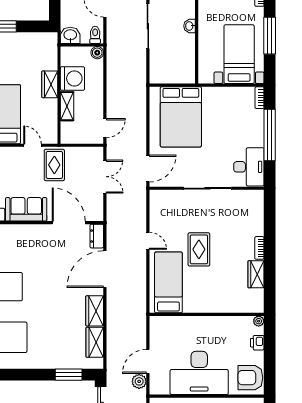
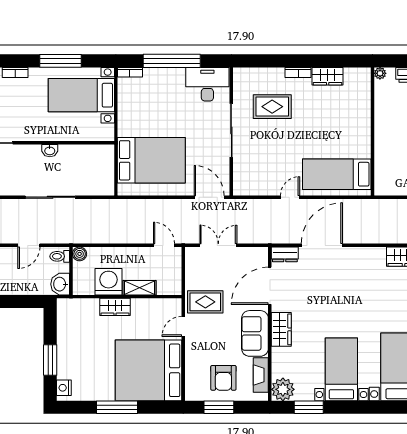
rug: (199, 249) -> (272, 107), moved
door: (105, 269) -> (322, 245), swing flipped
wardrobe: (95, 311) -> (281, 329), moved, turned -90

